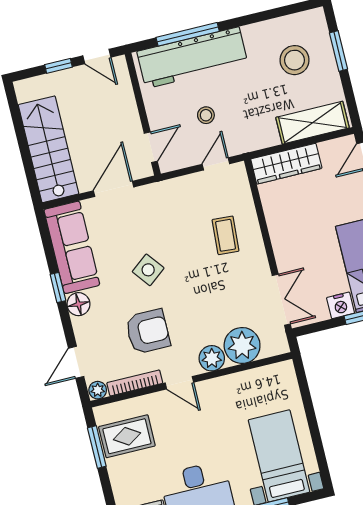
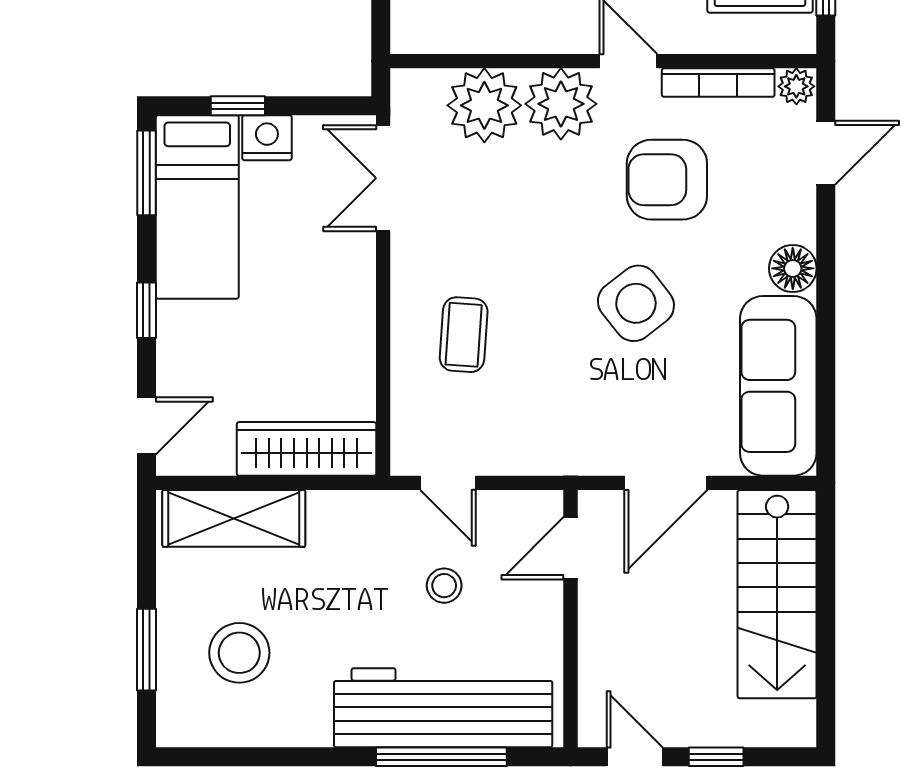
door: (216, 164) -> (448, 483), hinge flipped
side table: (148, 270) -> (636, 303), width x1.37, depth x1.37
window: (58, 288) -> (826, 312), removed
plant: (212, 358) -> (561, 104), width x1.36, depth x1.36

